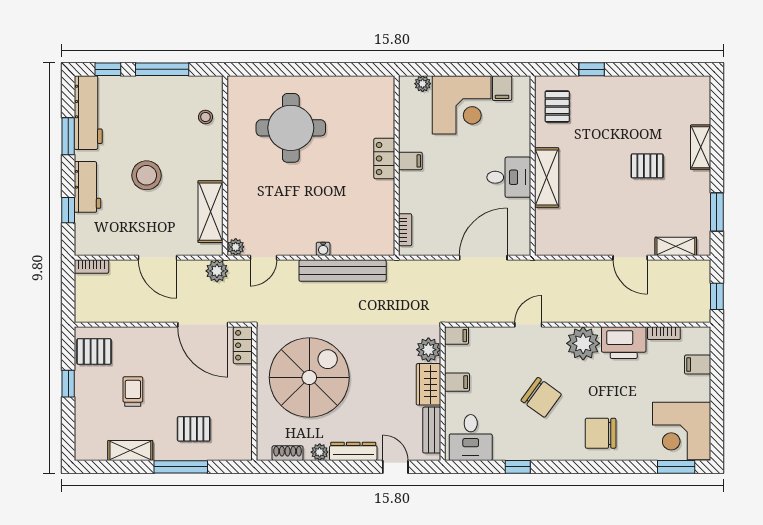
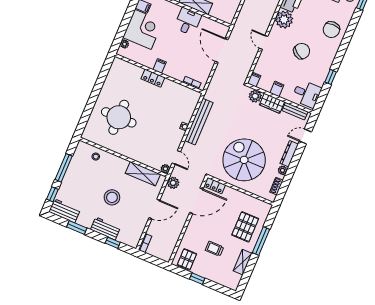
workbench: (88, 113) -> (65, 211), width x0.73
pallet: (194, 429) -> (245, 227), width x1.50, depth x1.42

